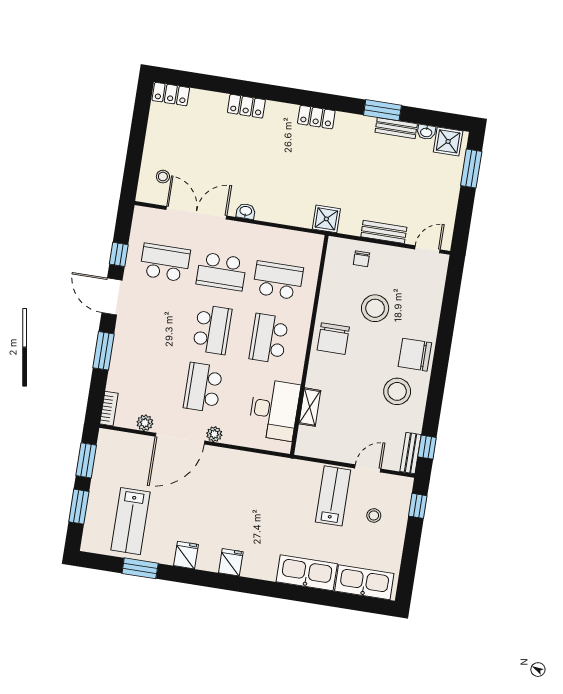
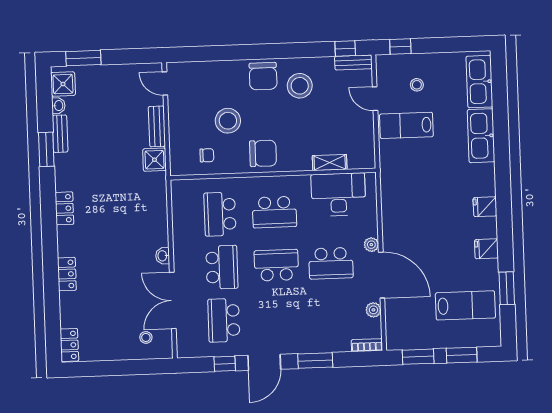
shower: (326, 219) -> (154, 160), moved
chair: (361, 259) -> (207, 155), moved

